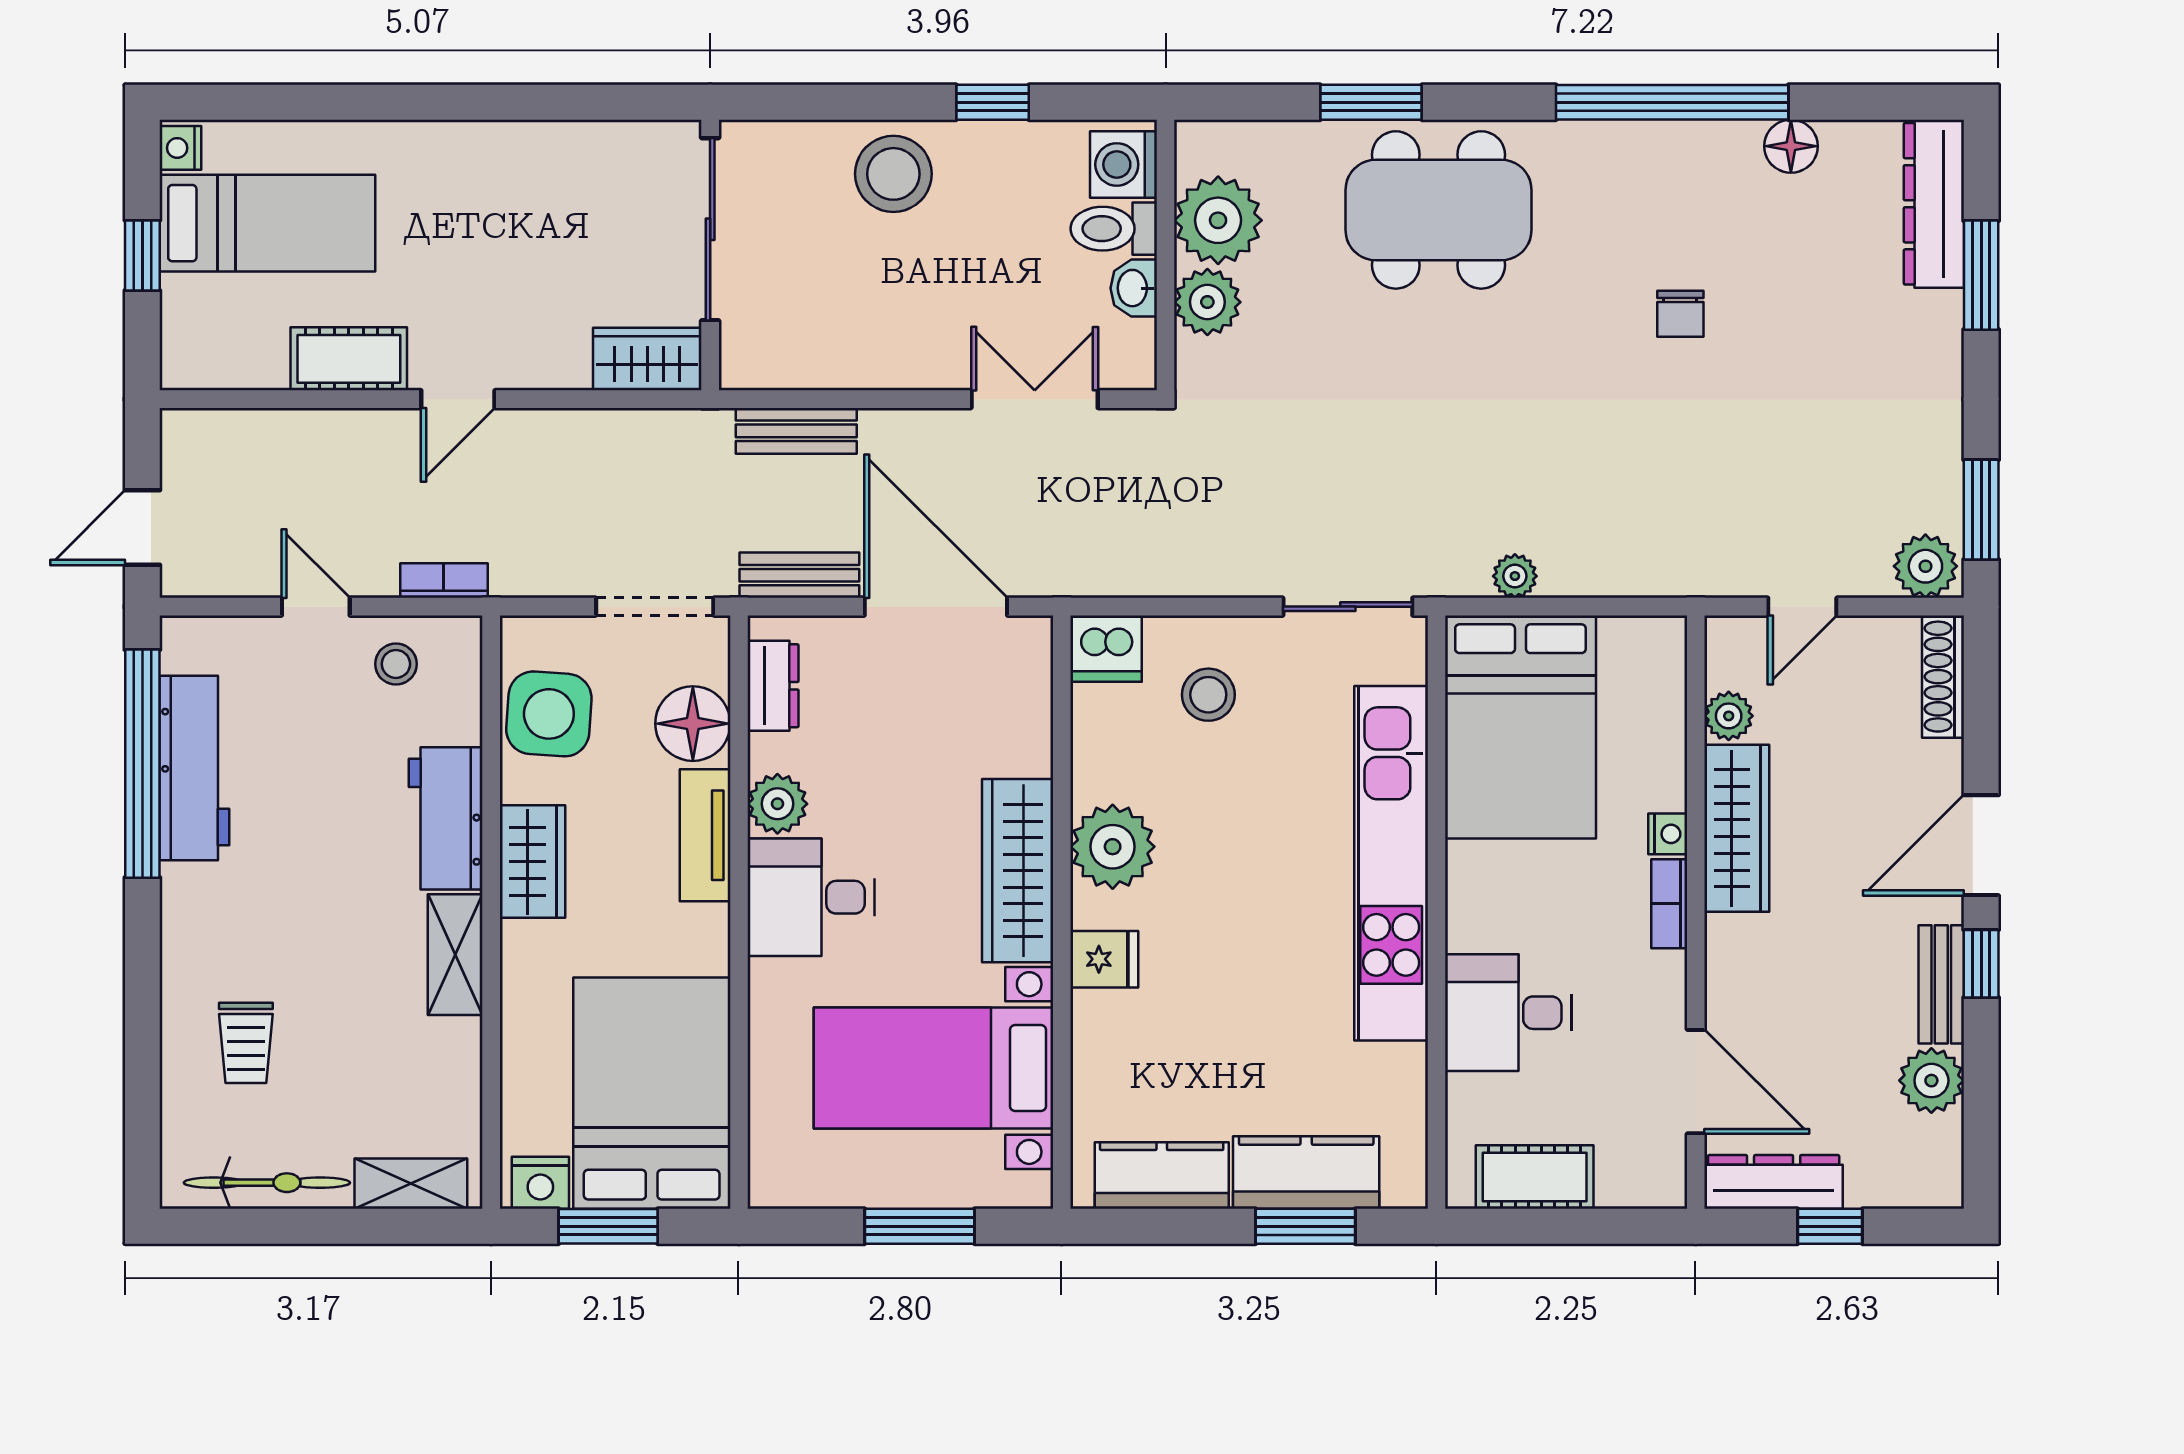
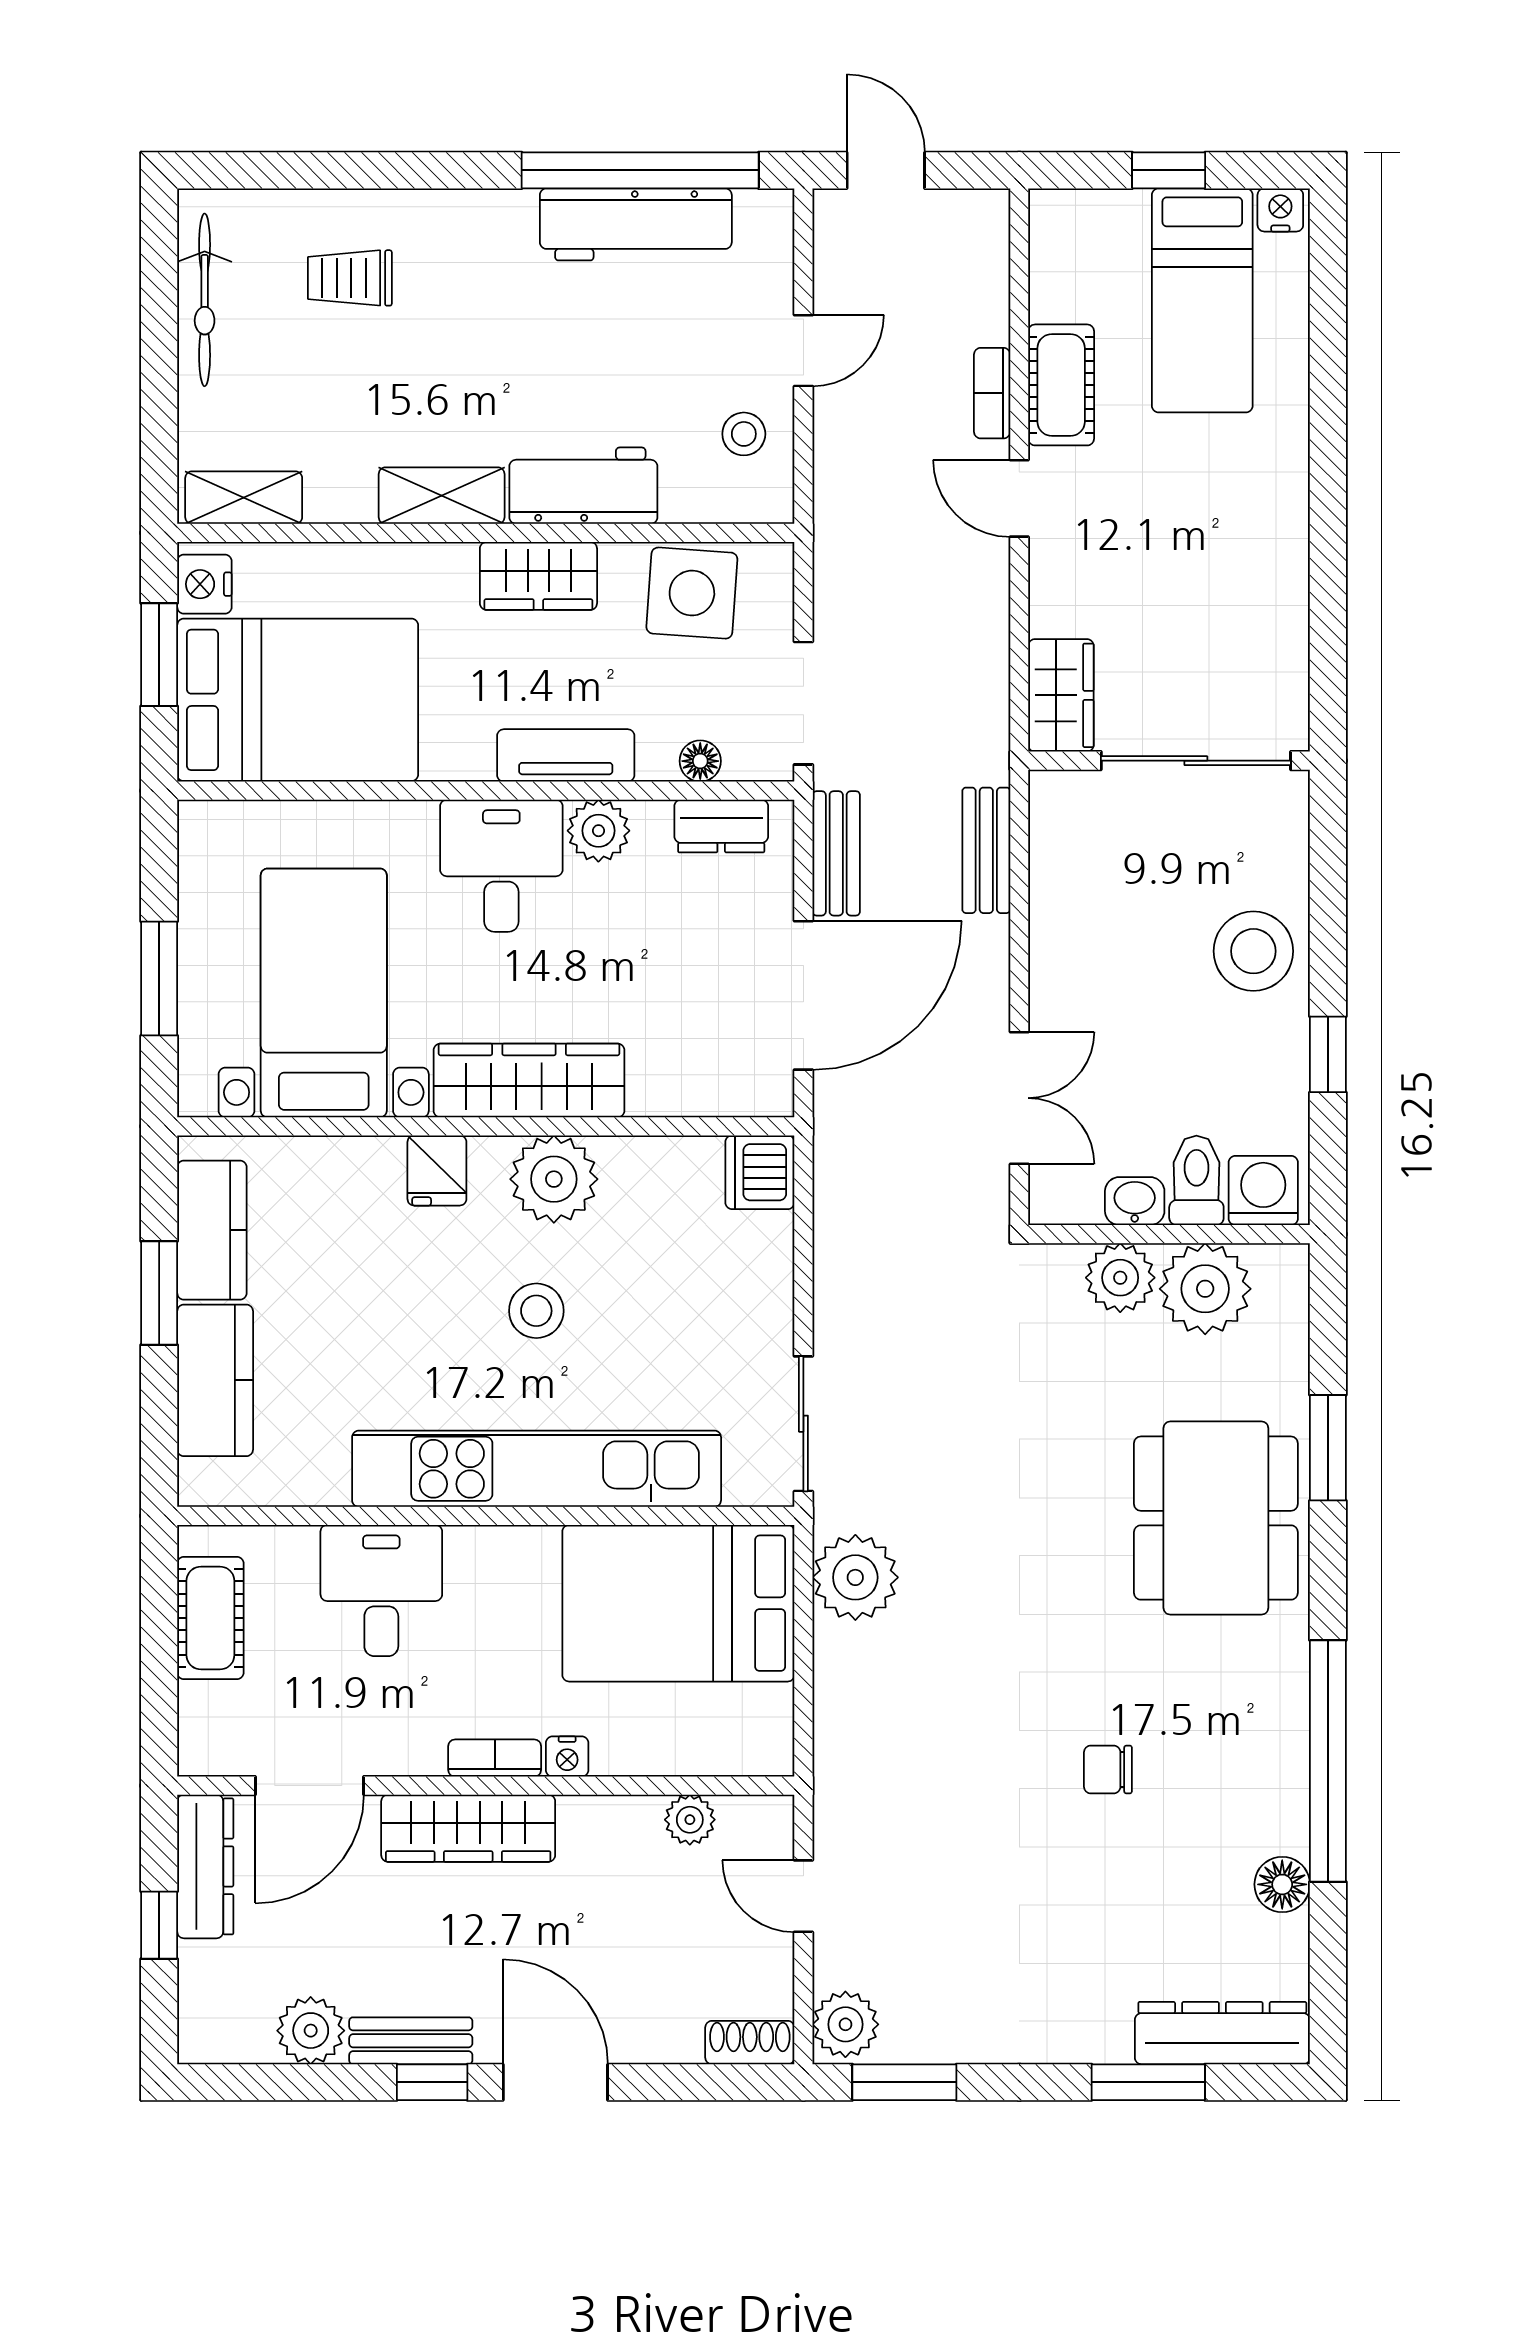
plant: (1515, 576) -> (855, 1577), width x1.87, depth x1.87
bookcase: (444, 581) -> (992, 393), moved, turned 180
shoe rack: (1943, 677) -> (750, 2043), width x0.70
stool: (1208, 695) -> (536, 1311), moved
floor lamp: (693, 724) -> (700, 761), width x0.53, depth x0.53
wardrobe: (1737, 828) -> (468, 1828), moved
shelving: (411, 1184) -> (244, 498), moved, turned 90
window: (1305, 1226) -> (159, 1293), moved

